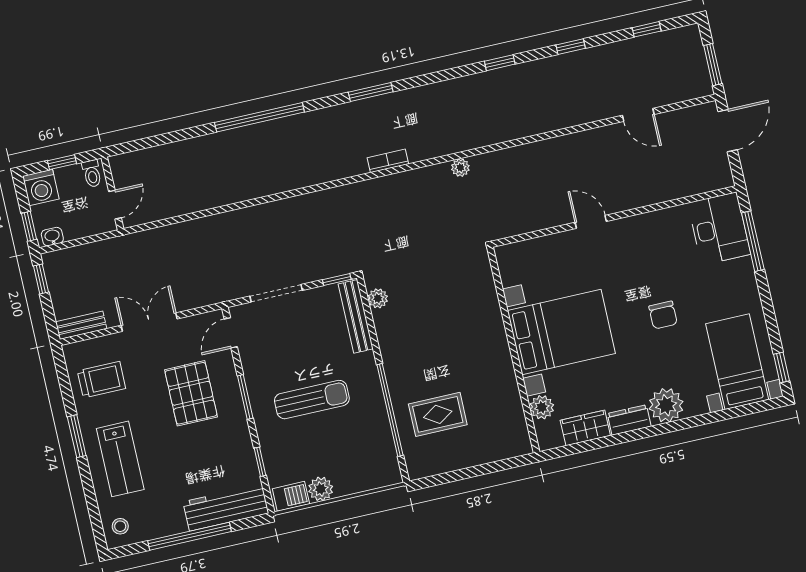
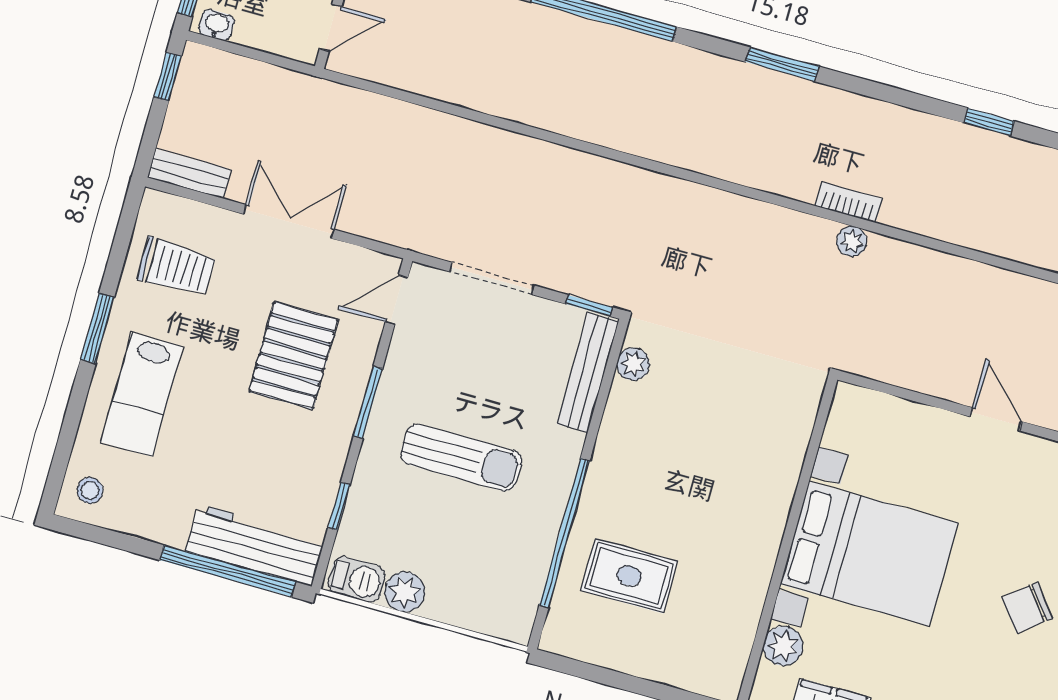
bookcase: (388, 161) -> (848, 202), moved
chair: (663, 315) -> (1027, 608), turned 51
window: (189, 536) -> (228, 571), moved

